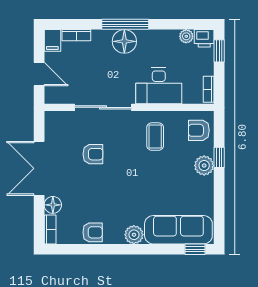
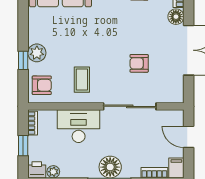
window: (219, 51) -> (23, 146), moved

